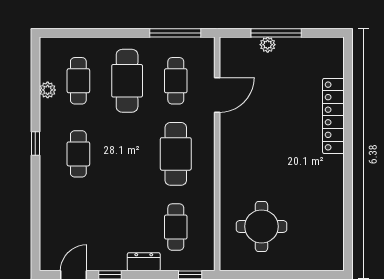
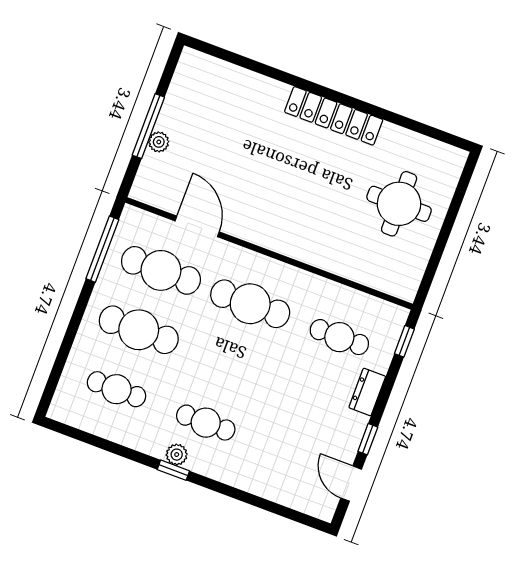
cafe table: (176, 81) -> (161, 270), width x1.37, depth x1.35
plant: (48, 90) -> (177, 455), moved
locker: (333, 116) -> (334, 116), moved
round table: (261, 226) -> (399, 204), moved

